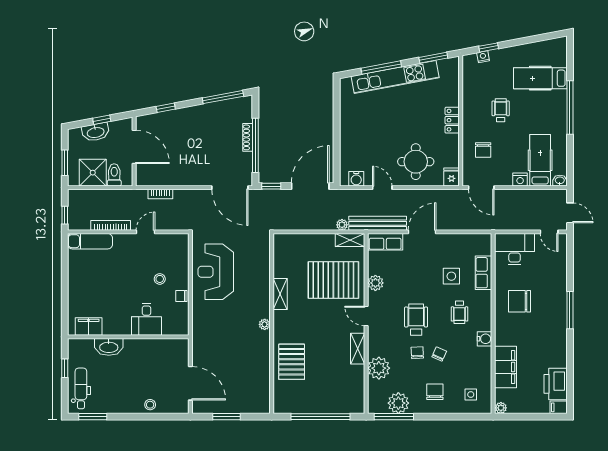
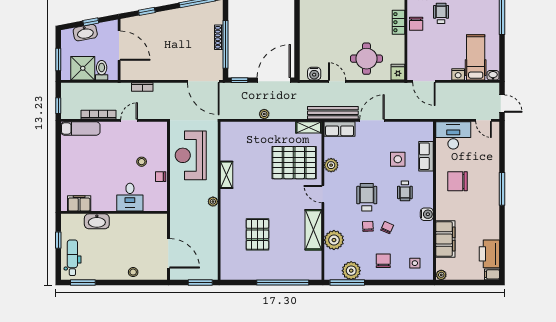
chair: (483, 150) -> (416, 24), moved
plant: (342, 225) -> (264, 114), moved
shelving: (280, 294) -> (227, 175), moved
wall: (272, 323) -> (219, 201), moved
plant: (265, 324) -> (213, 202), moved
shelving: (358, 349) -> (313, 230), width x1.50, depth x1.33

